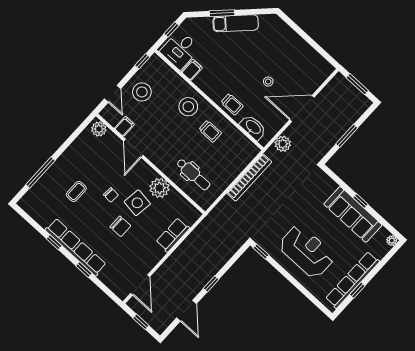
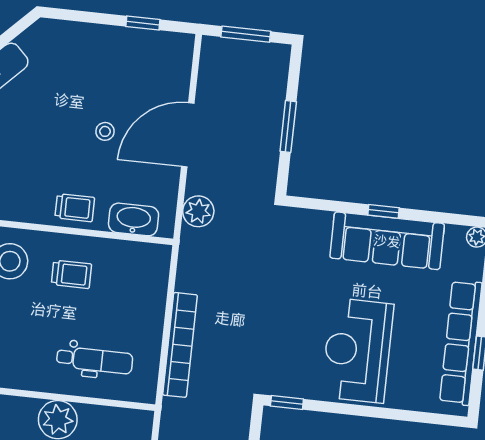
window: (318, 48) -> (143, 23), added
bookcase: (249, 178) -> (180, 345), moved
reception desk: (307, 251) -> (357, 350), turned -90

